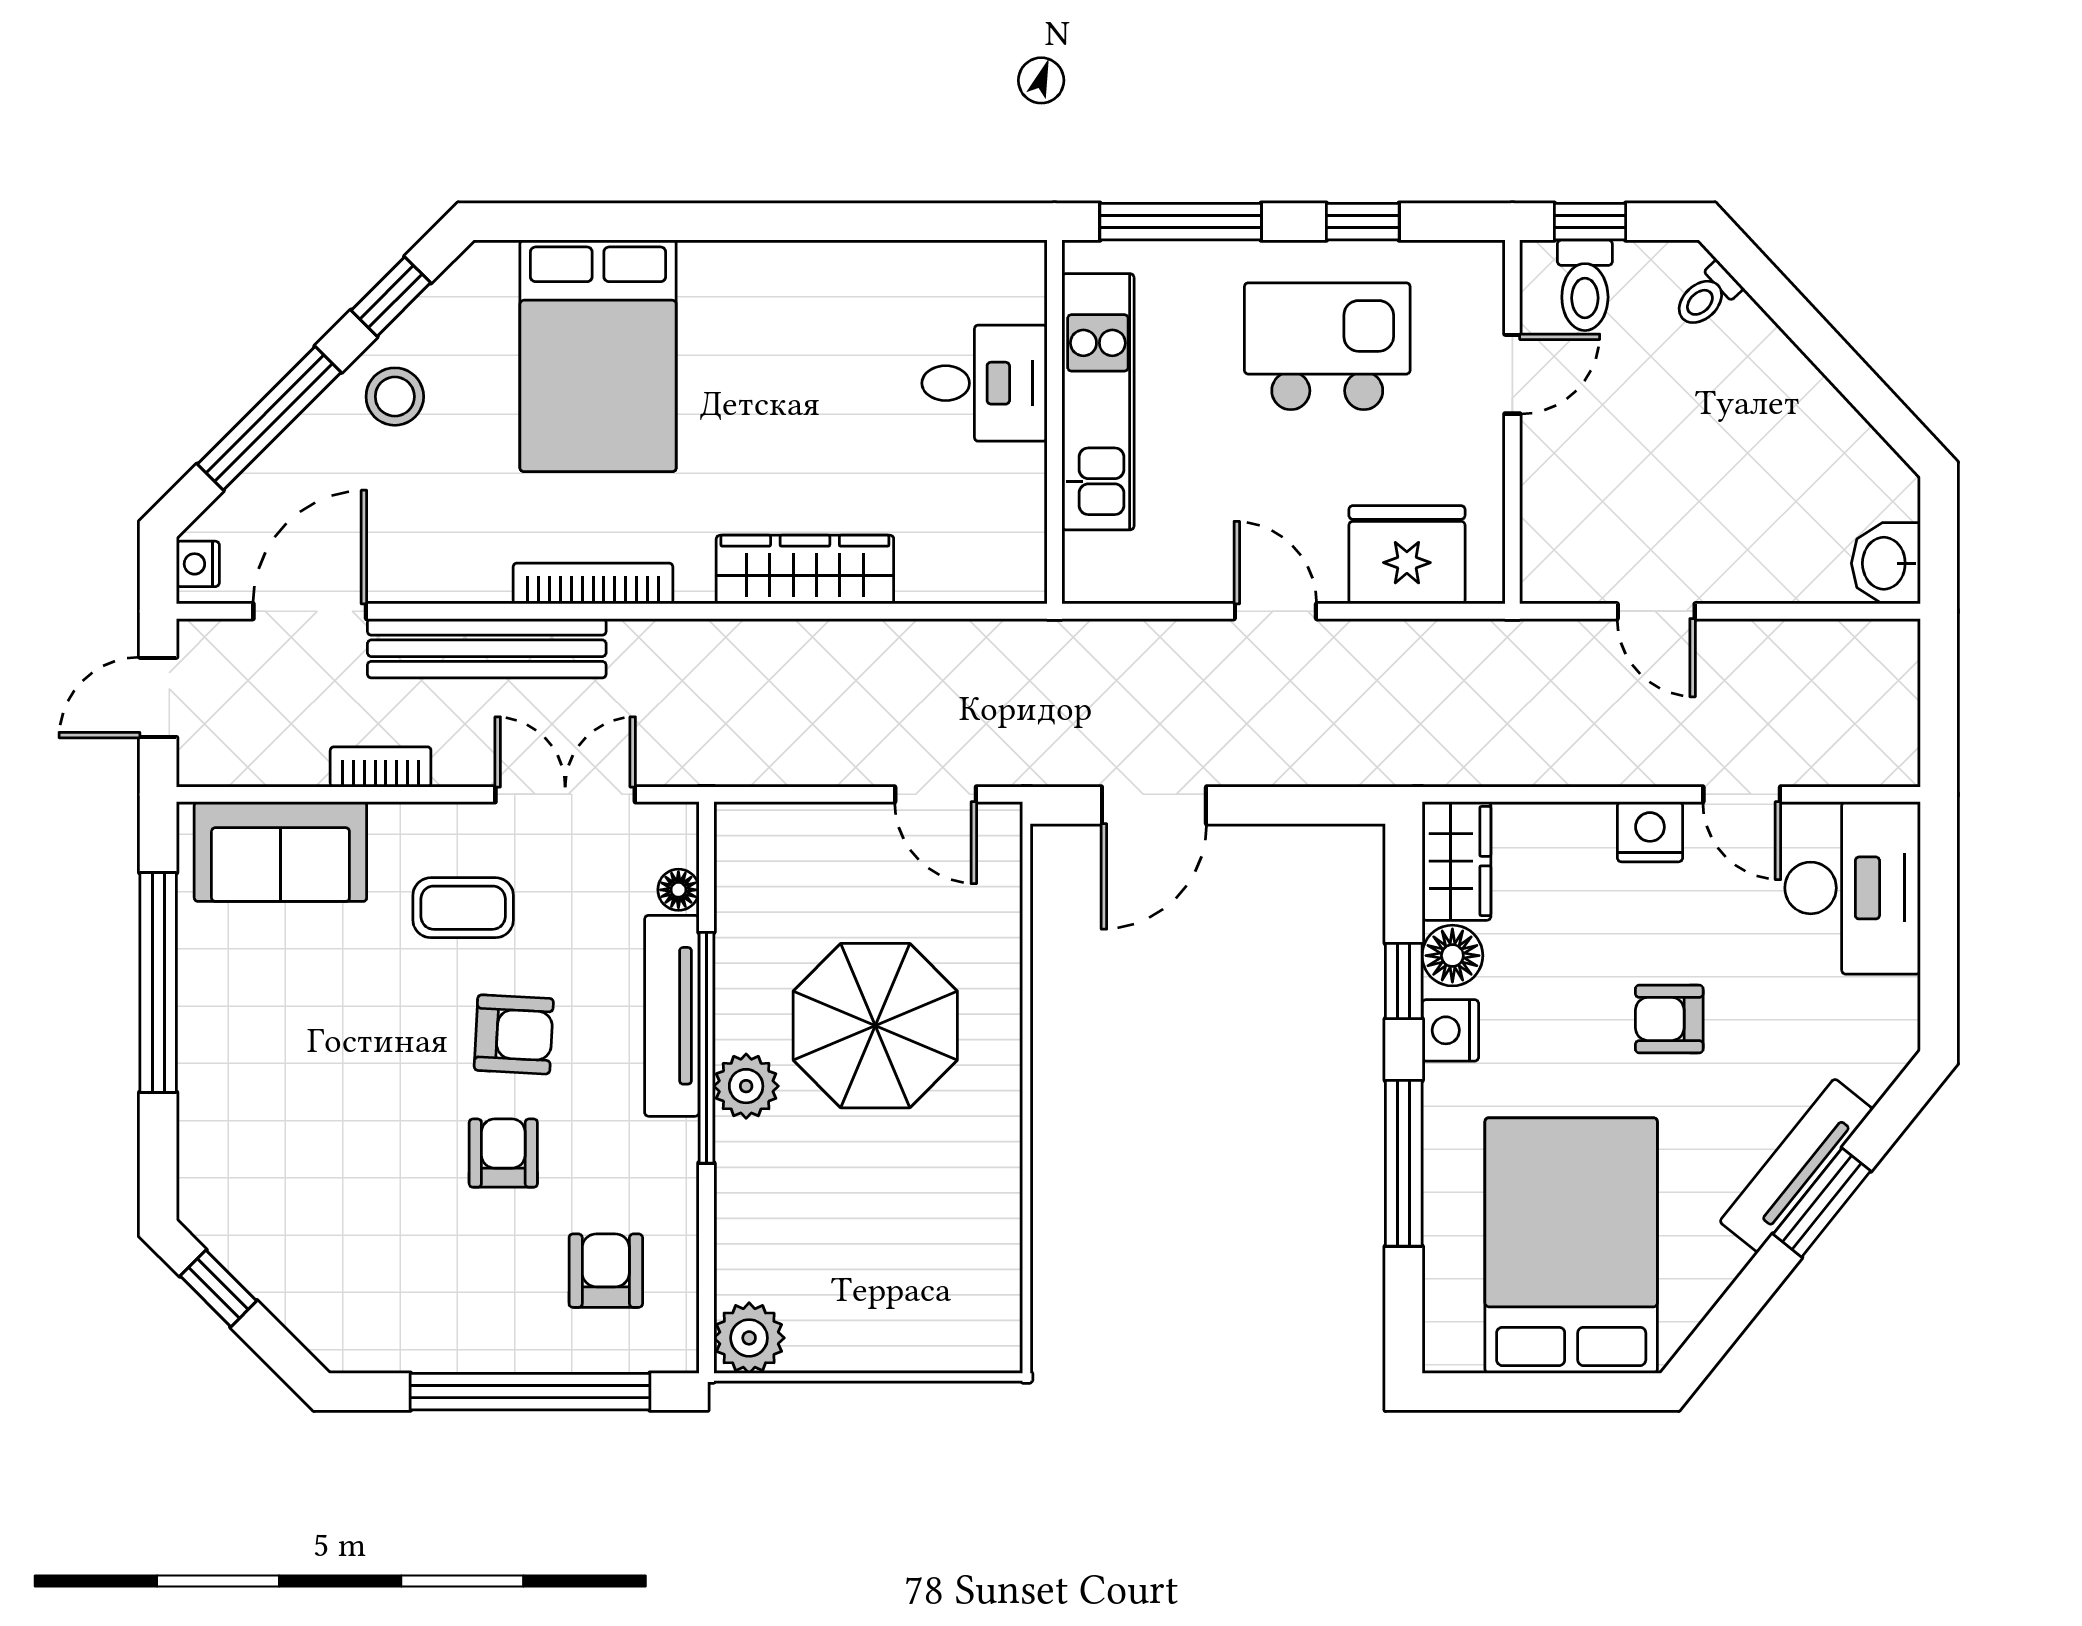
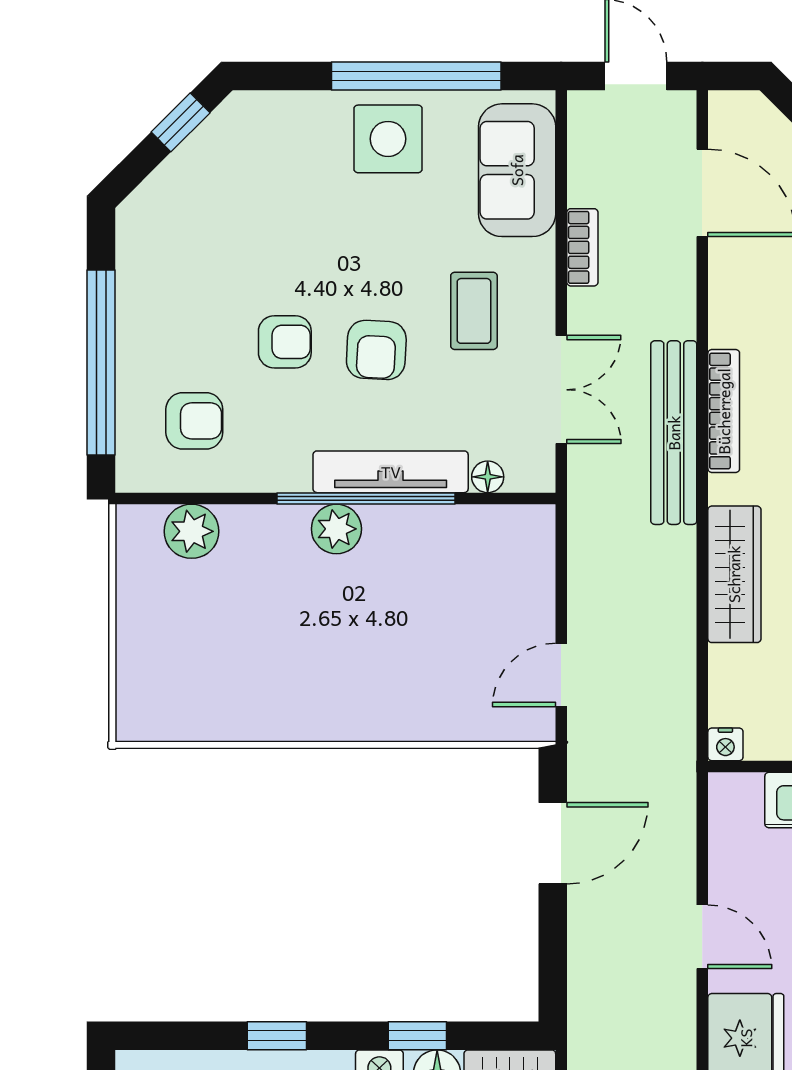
nightstand: (198, 564) -> (725, 744), moved, turned 180
door: (1275, 611) -> (702, 937), hinge flipped
bench: (487, 648) -> (674, 433), moved
door: (1154, 805) -> (553, 843), swing flipped
side table: (240, 1019) -> (388, 139), added
parasol: (875, 1026) -> (383, 628), removed
window: (1404, 1163) -> (277, 1036), width x0.46
plant: (749, 1338) -> (192, 531), moved

